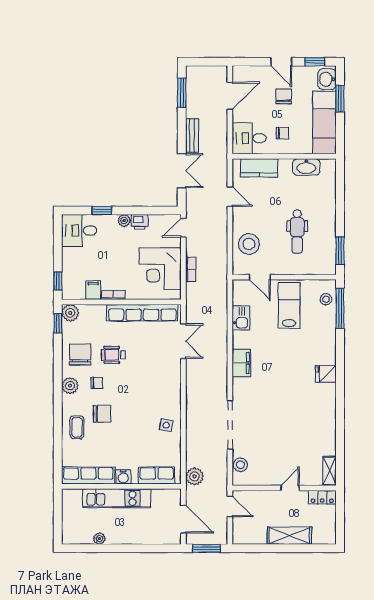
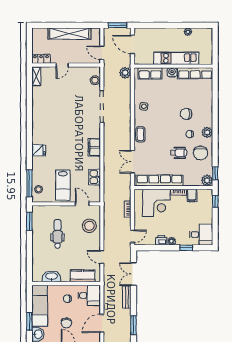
corner desk: (160, 269) -> (156, 203), moved, turned 90
fridge: (326, 374) -> (39, 150), moved
coffee table: (77, 427) -> (140, 134), moved
shelving: (289, 536) -> (69, 34), width x1.47

